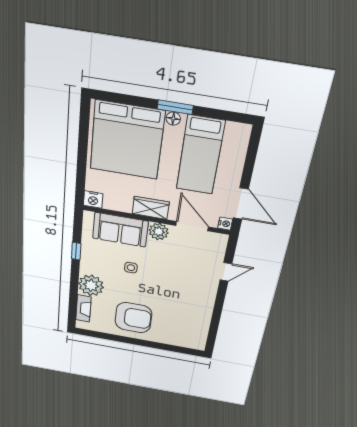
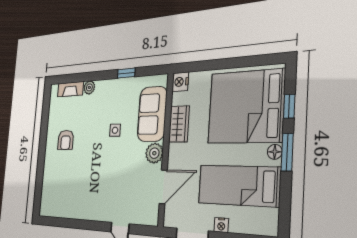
window: (132, 100) -> (289, 106), added
wardrobe: (151, 208) -> (179, 124), moved
nightstand: (225, 224) -> (221, 225), moved
plant: (91, 285) -> (89, 87), width x0.53, depth x0.53
armchair: (133, 318) -> (66, 140), width x0.53, depth x0.53

